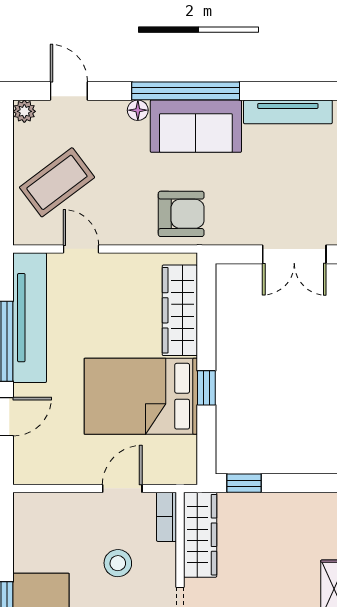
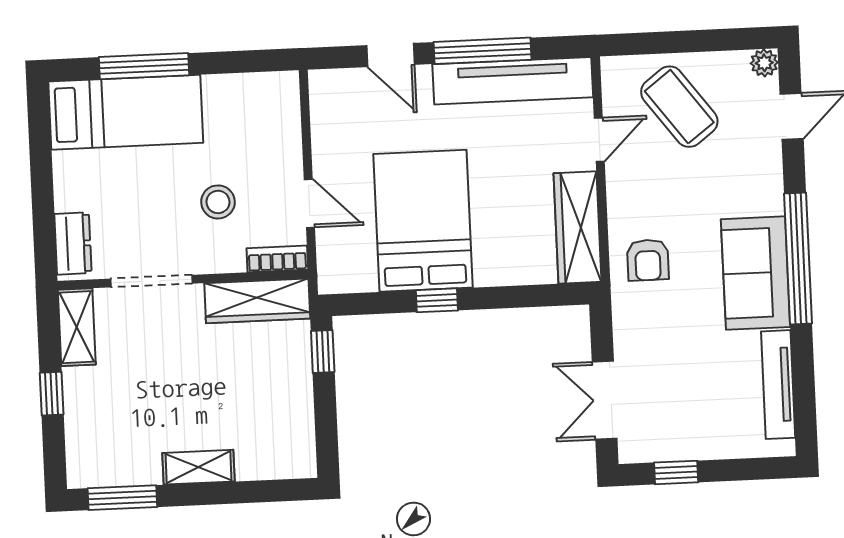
floor lamp: (138, 110) -> (772, 201), removed
armchair: (181, 214) -> (648, 260), width x0.72, depth x0.72
wardrobe: (180, 310) -> (577, 227), moved, turned -90

